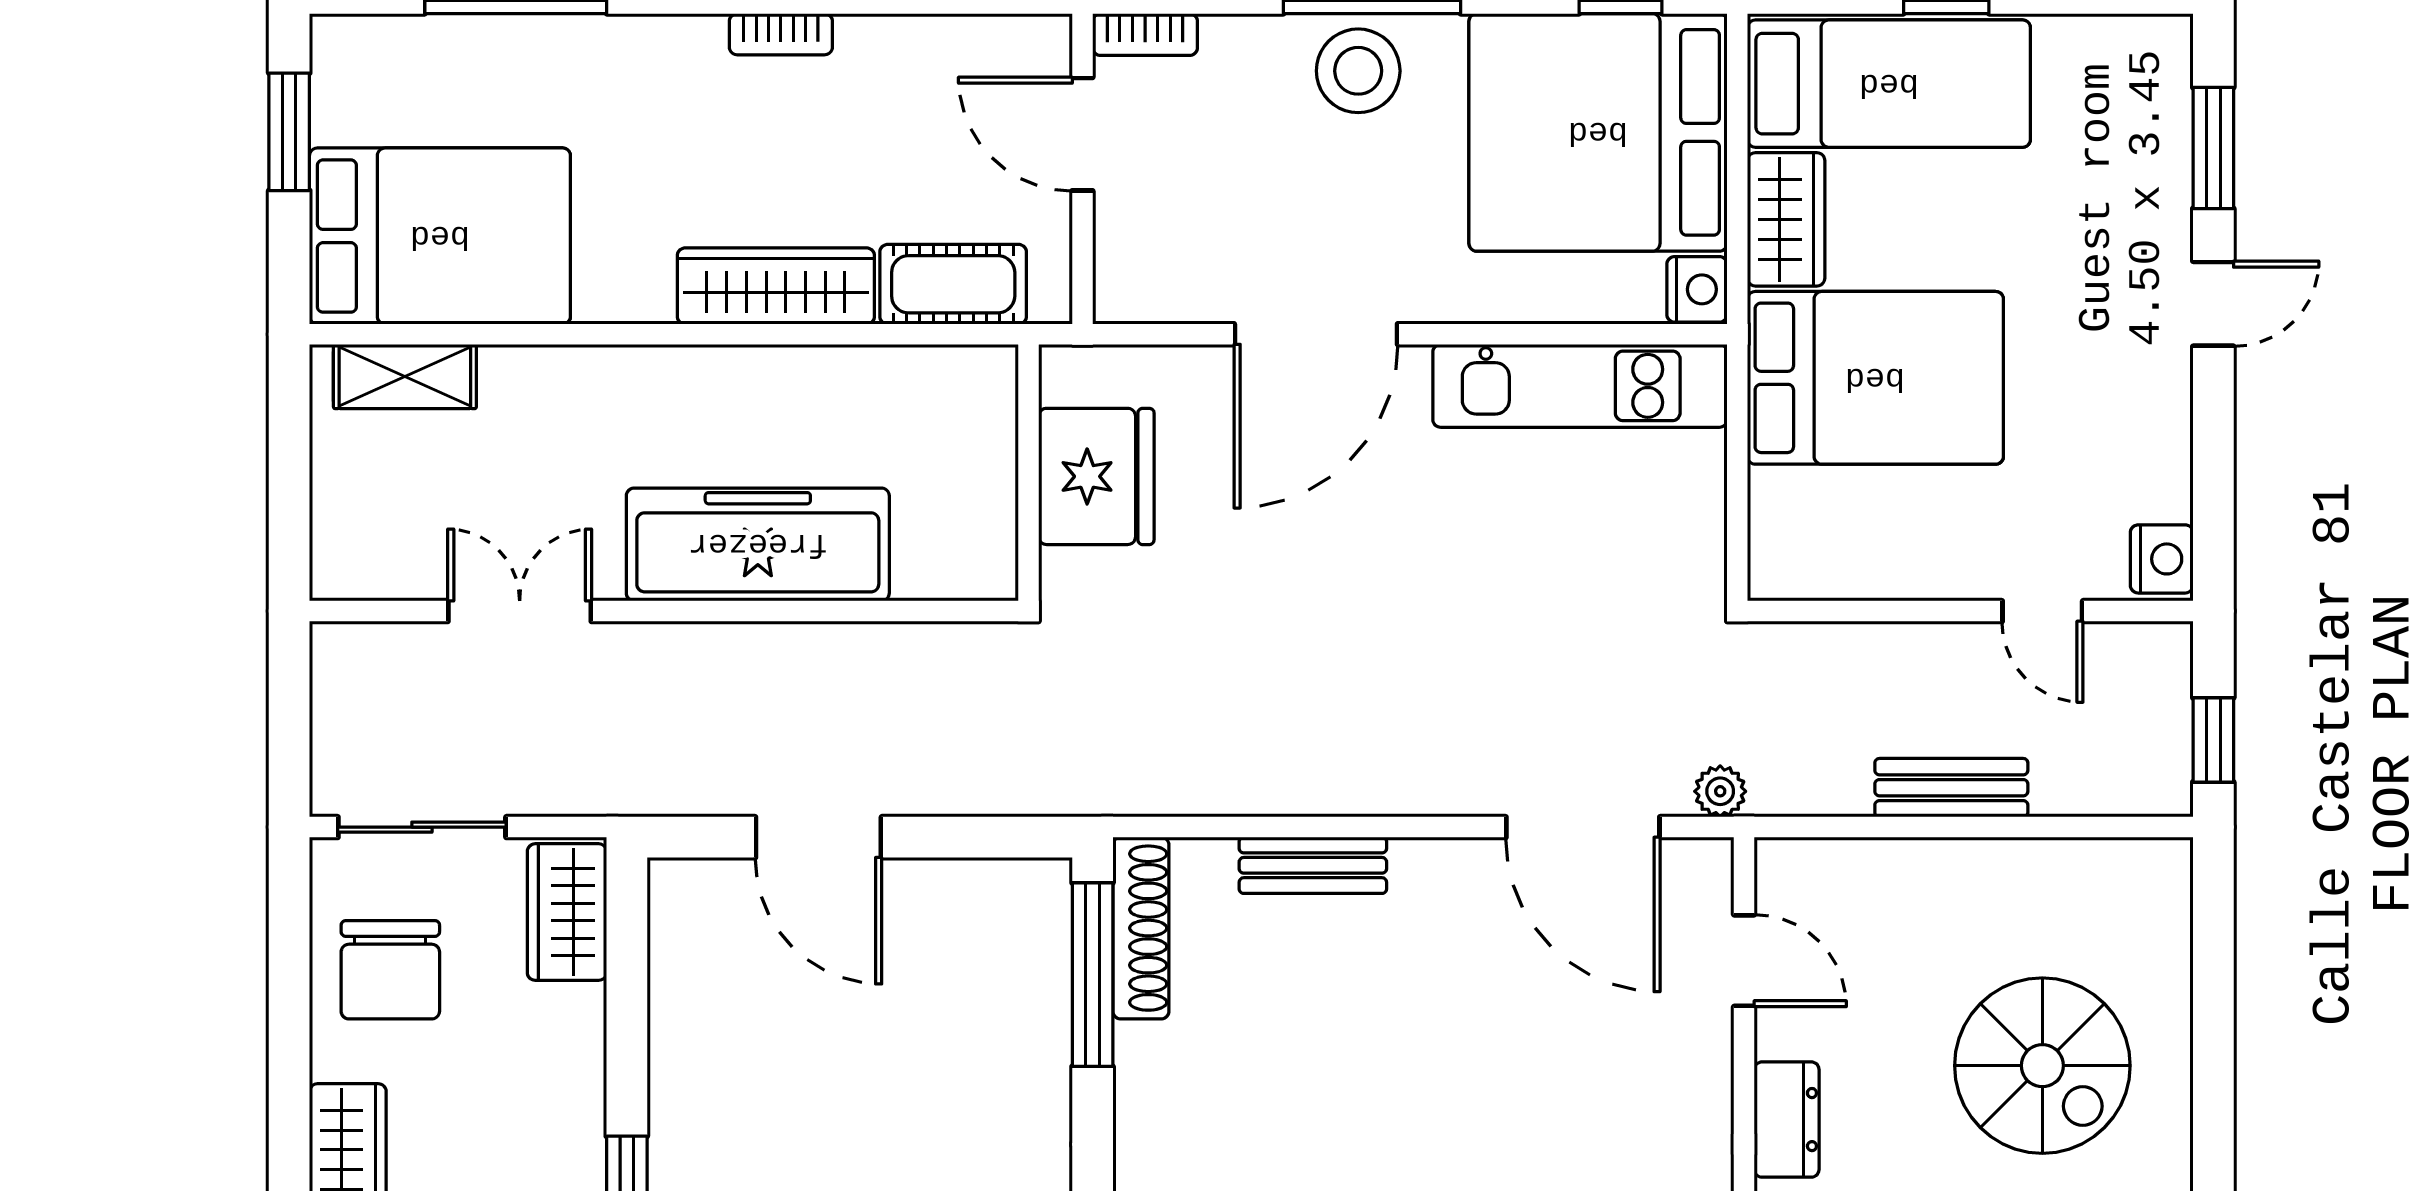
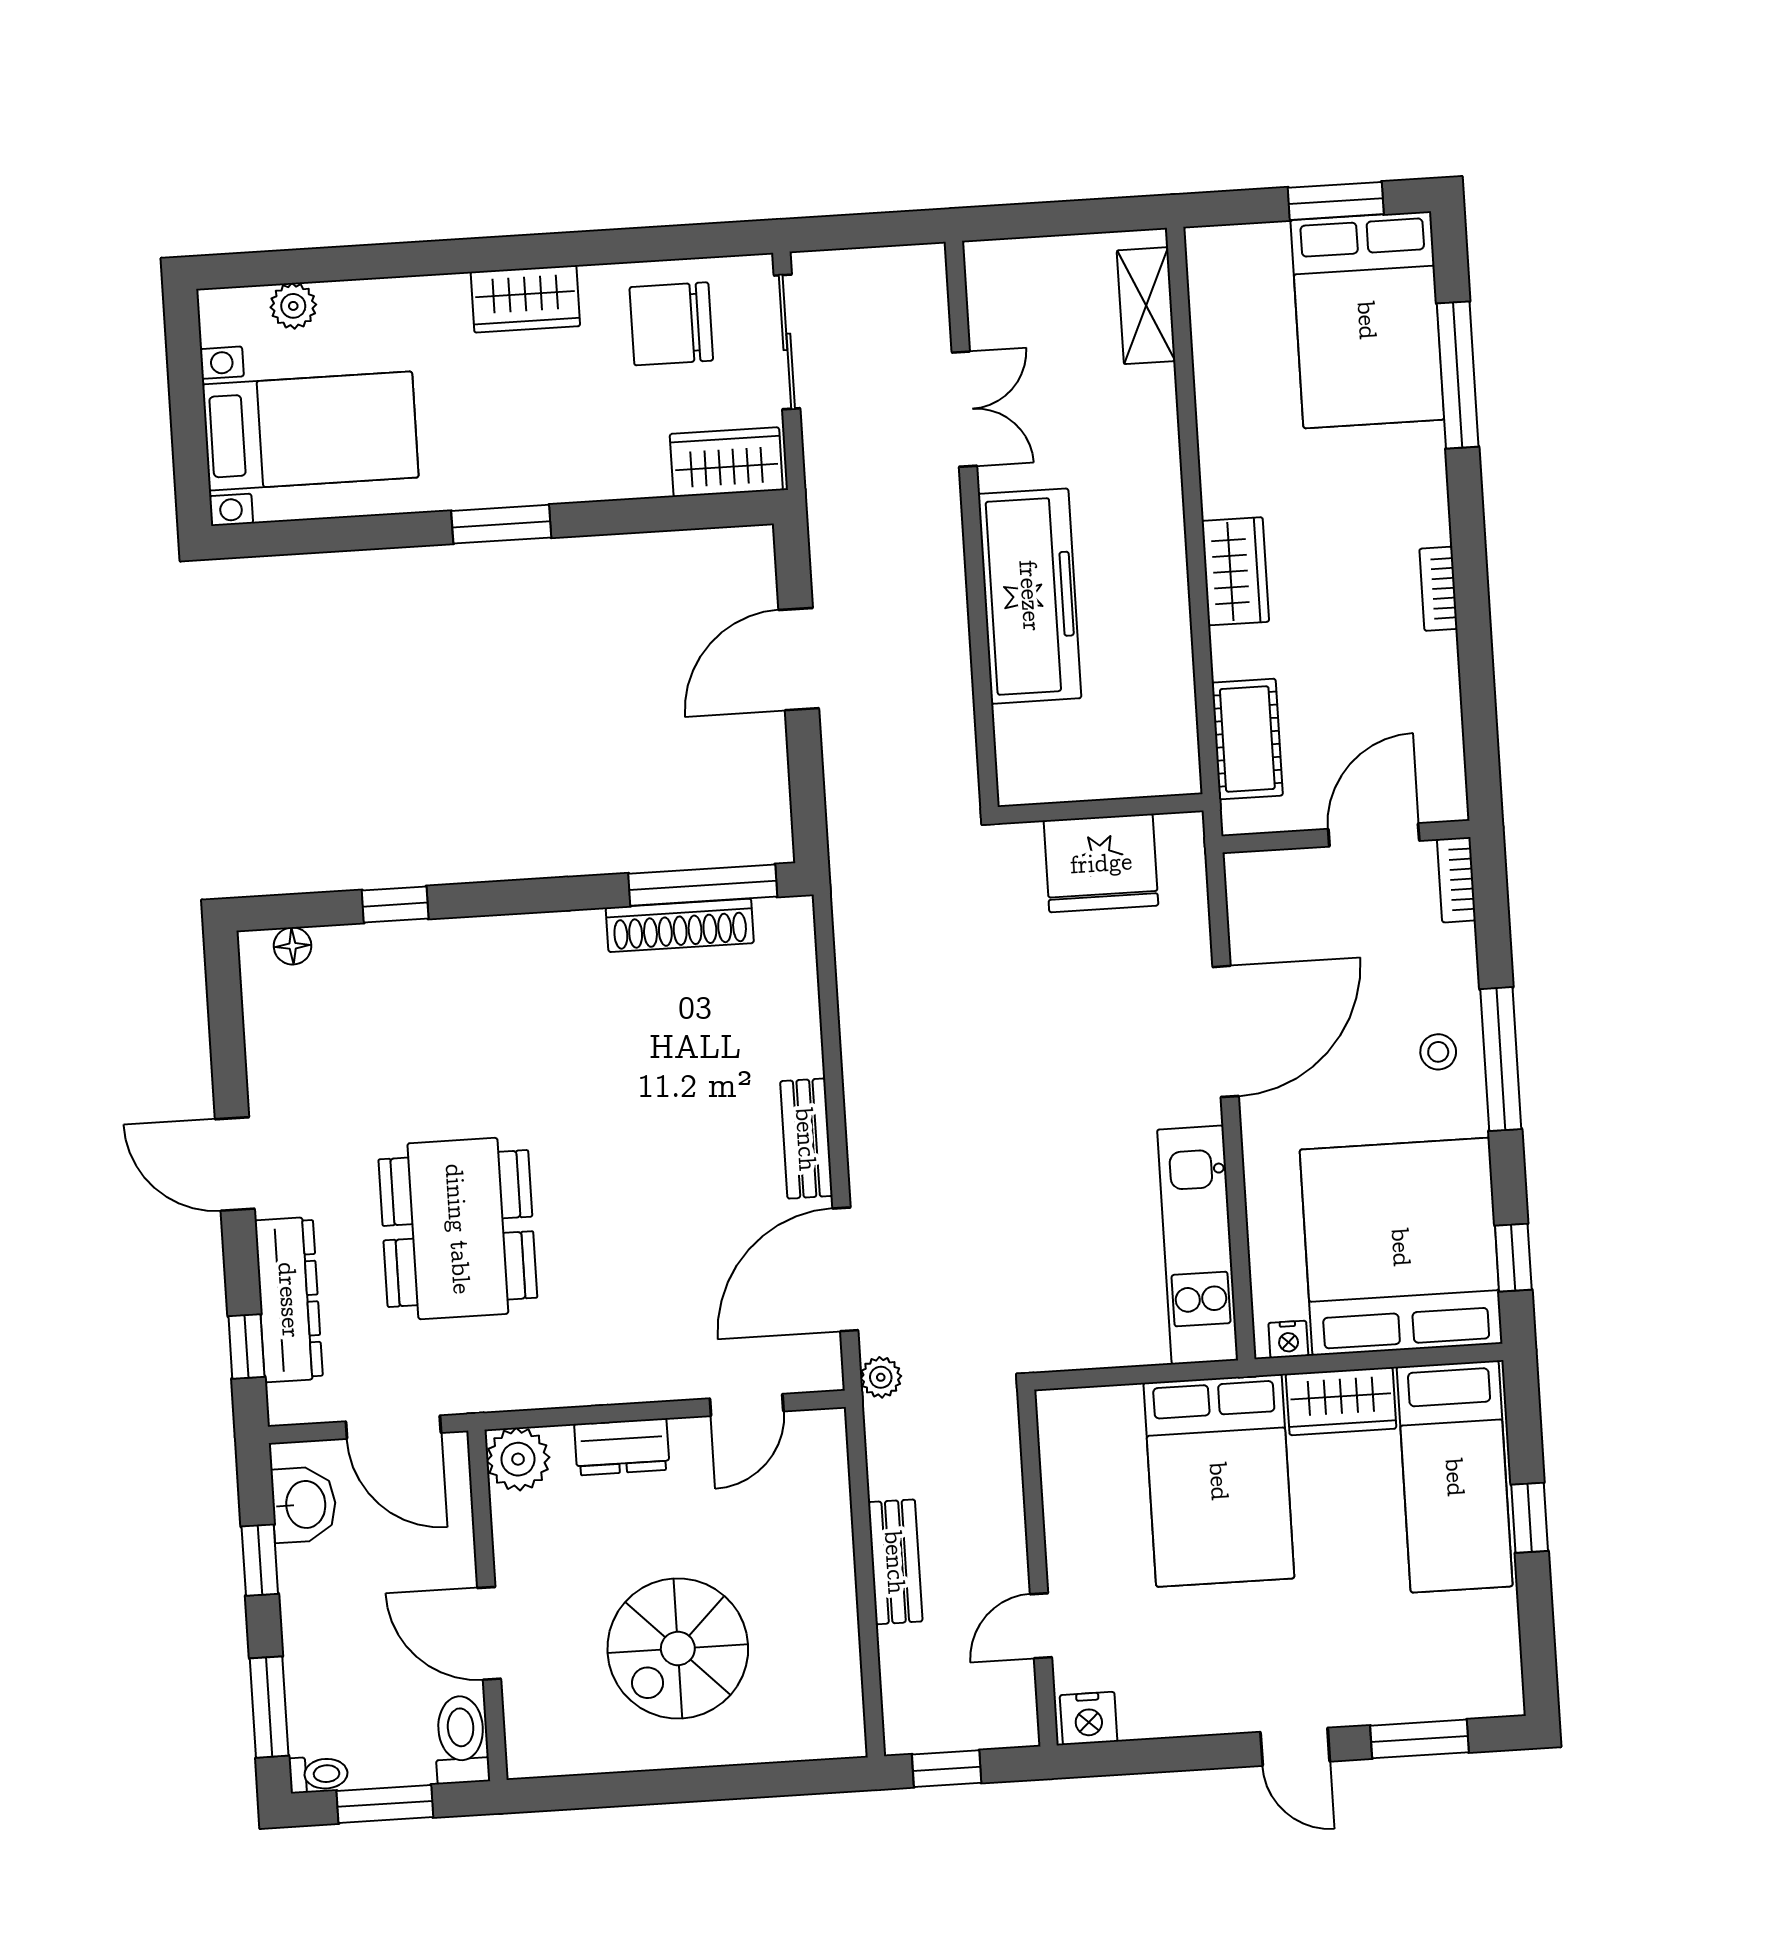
stool: (1358, 71) -> (1438, 1052), width x0.53, depth x0.53
bed: (440, 236) -> (1367, 320), moved
wardrobe: (776, 286) -> (1235, 571), width x0.67
nightstand: (1697, 289) -> (1288, 1339), width x0.72, depth x0.74
door: (1316, 334) -> (1226, 1031), swing flipped
bench: (1313, 865) -> (806, 1139), moved
shoe rack: (1141, 928) -> (680, 925), moved

